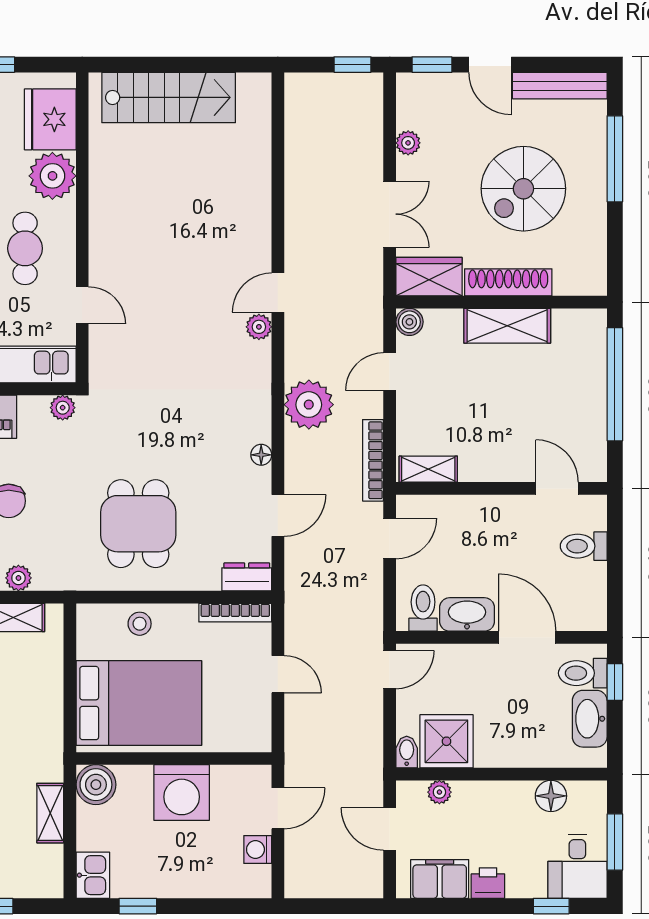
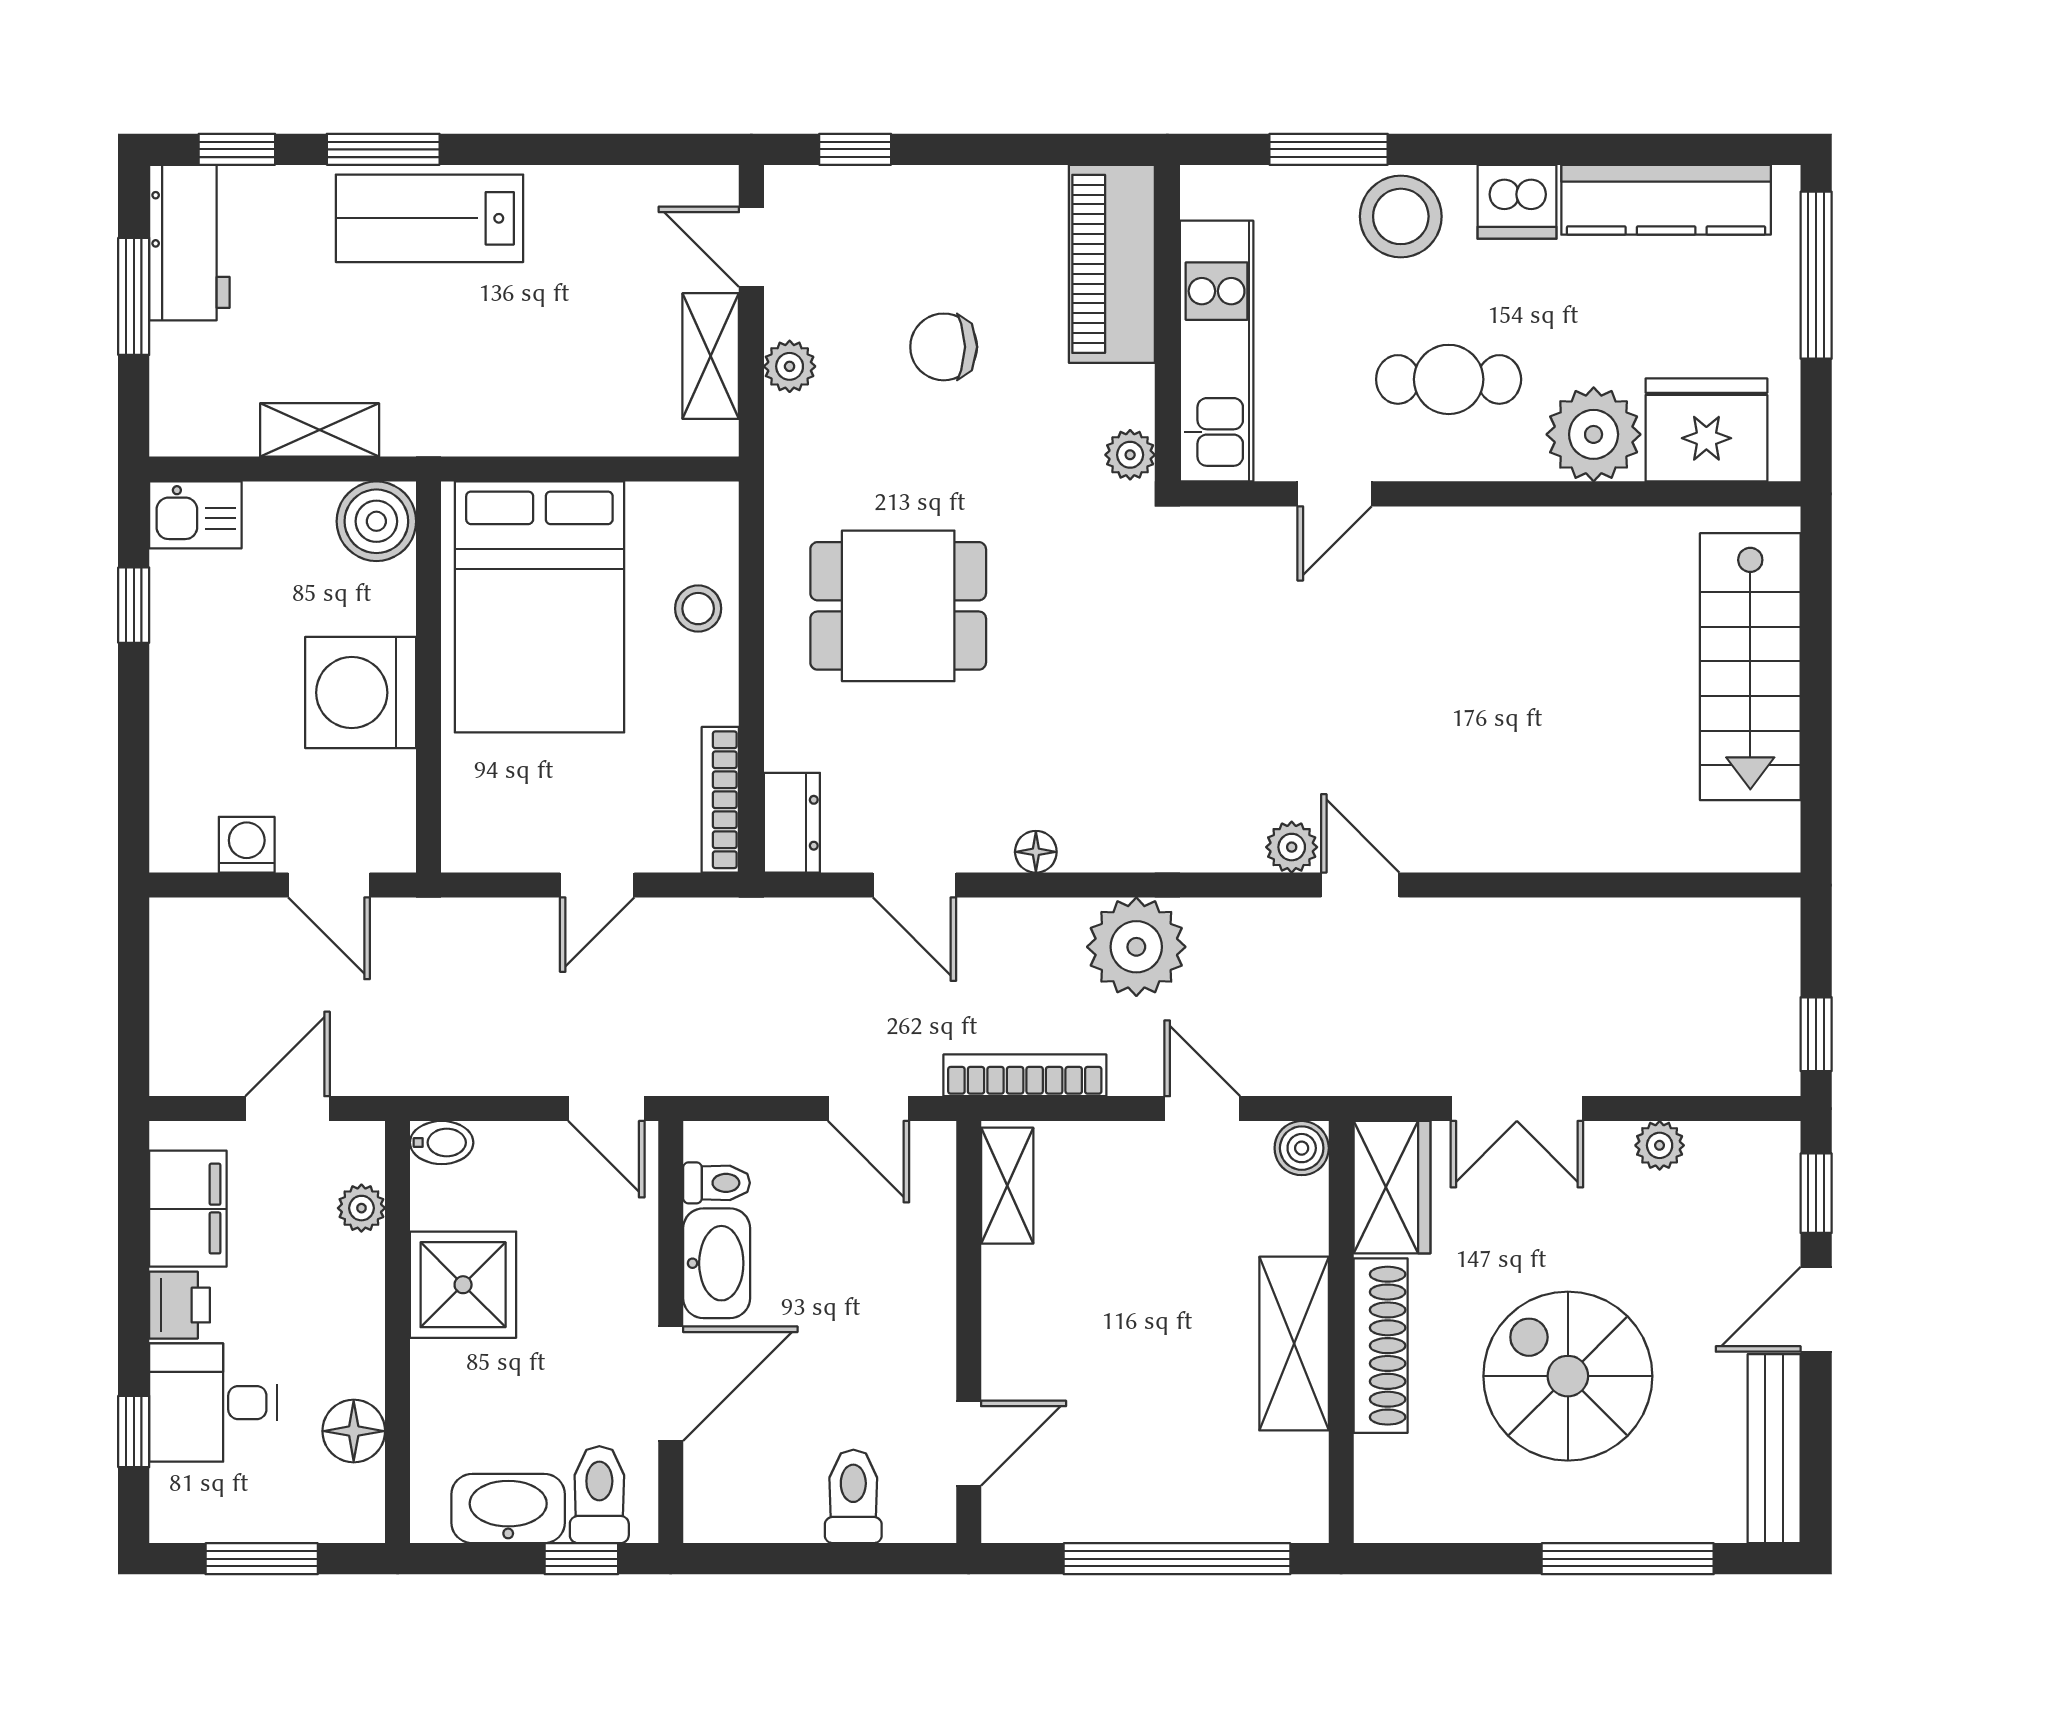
toilet: (423, 608) -> (717, 1183), width x0.73, depth x0.72
shower: (446, 741) -> (463, 1285), moved
desk: (577, 866) -> (213, 1403), moved

